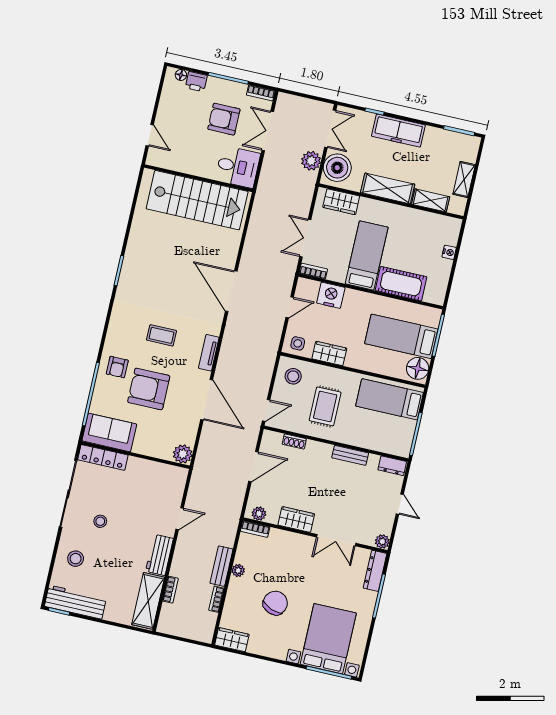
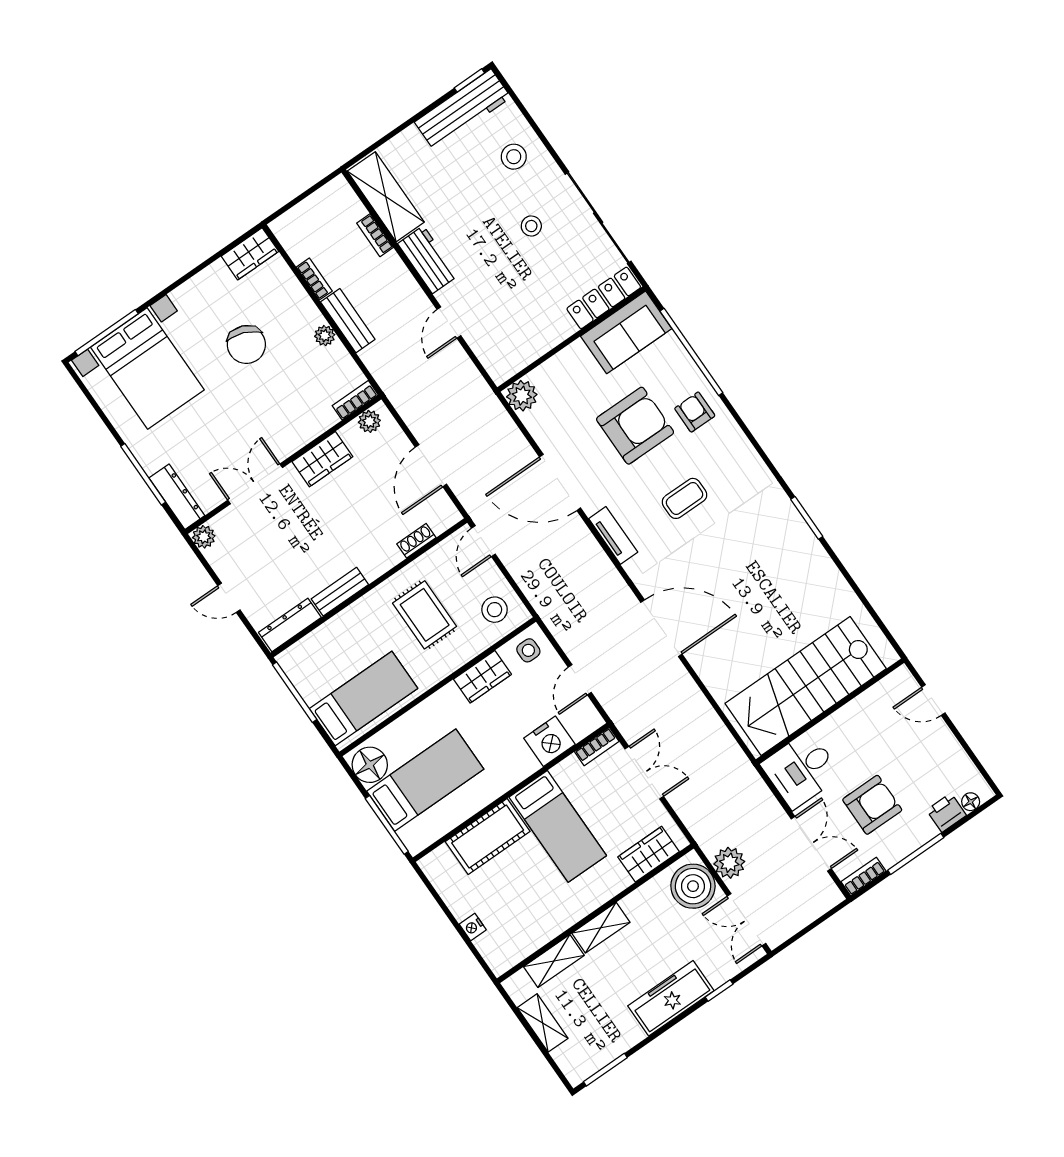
shelving: (388, 188) -> (601, 928), width x0.67, depth x0.75
dresser: (392, 466) -> (290, 625), width x1.44

